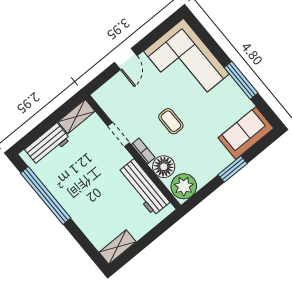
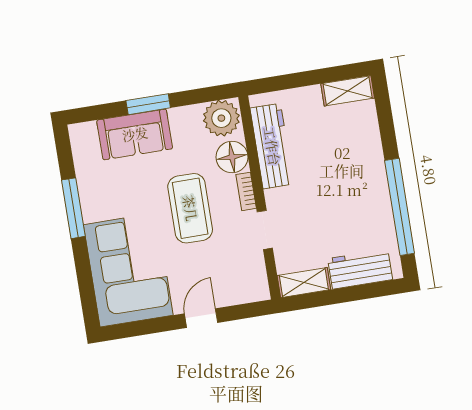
coffee table: (171, 121) -> (190, 208), width x1.86, depth x1.72
sofa: (246, 133) -> (135, 134), moved

